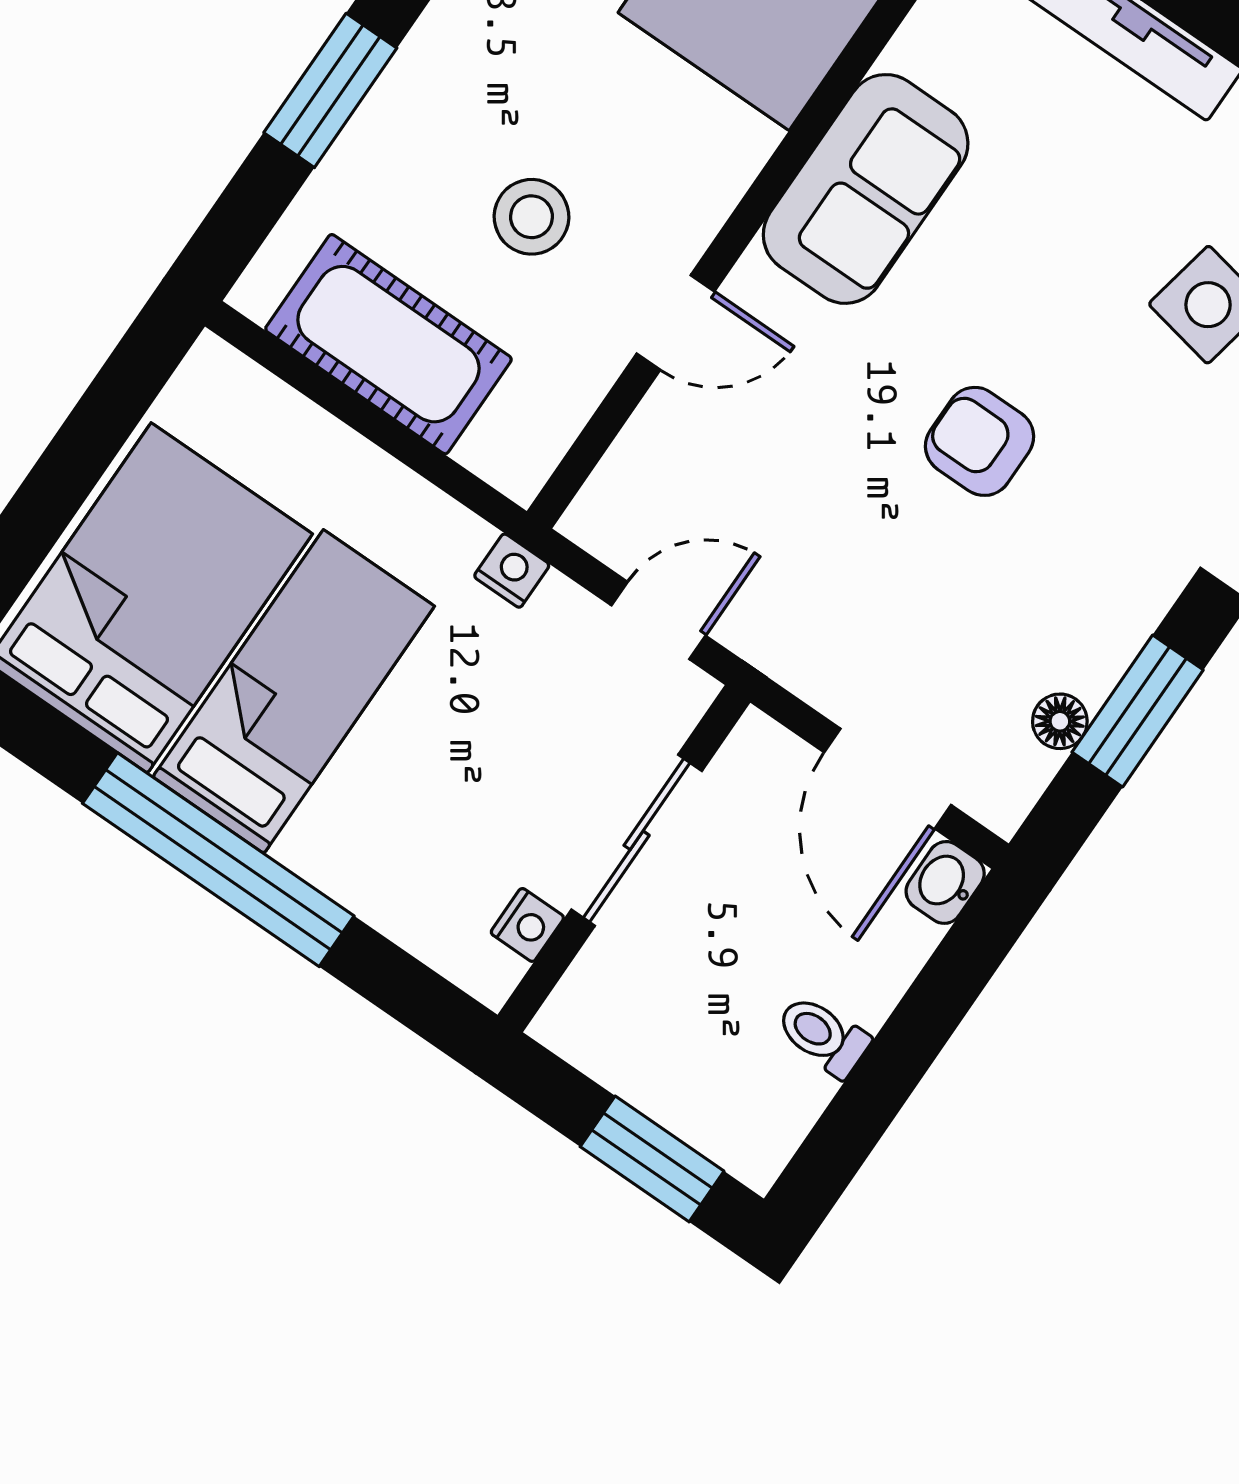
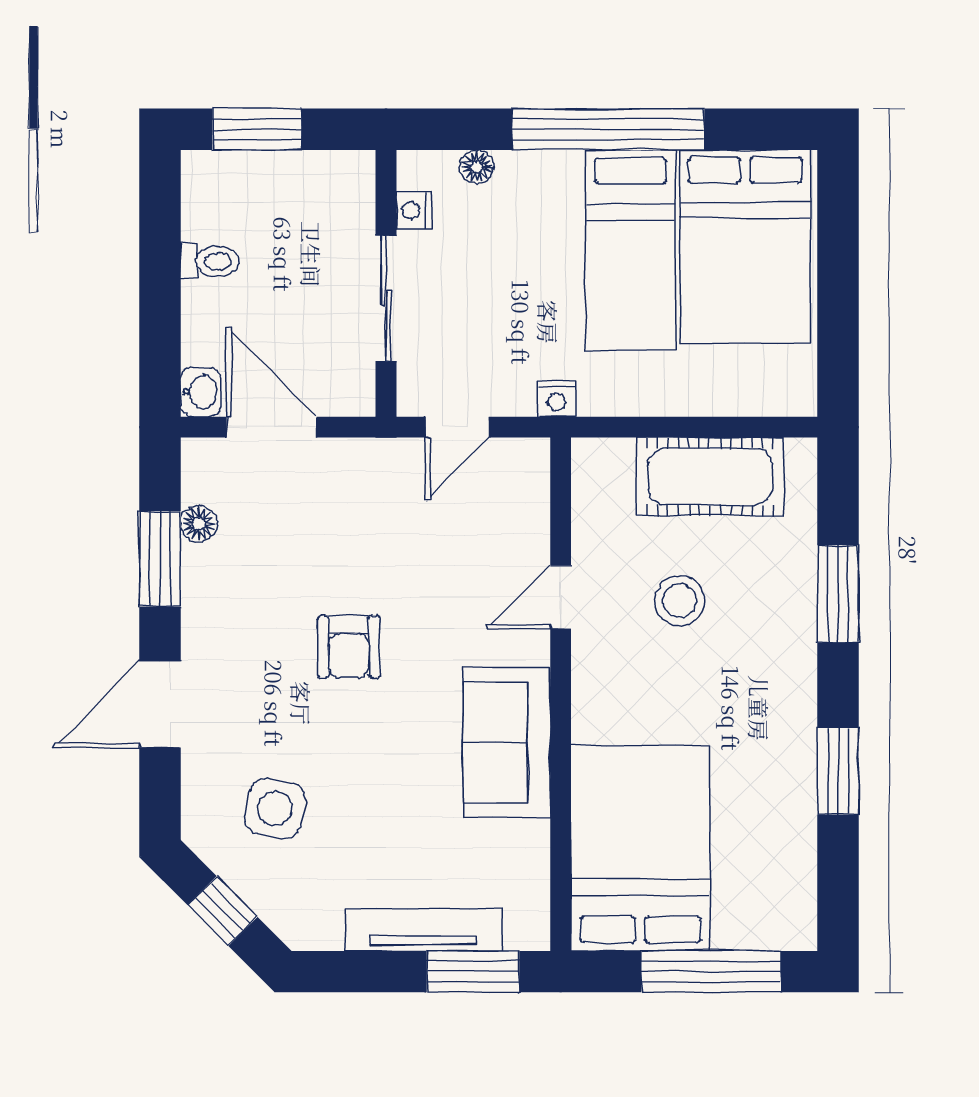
armchair: (980, 441) -> (349, 647), turned 90
floor lamp: (412, 925) -> (477, 167), added

